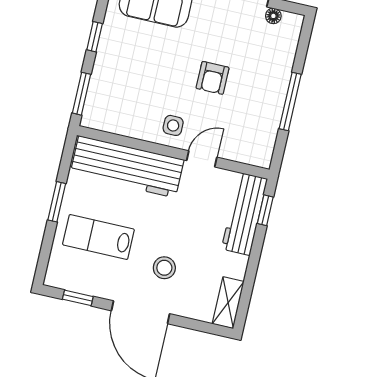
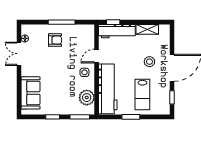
armchair: (213, 78) -> (55, 40), moved
plant: (119, 118) -> (87, 98), added
door: (202, 159) -> (97, 56), hinge flipped
shelving: (228, 303) -> (147, 29), moved

